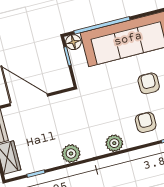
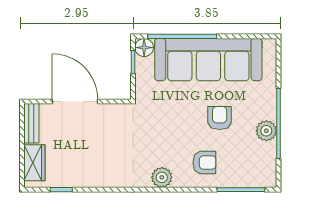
armchair: (146, 122) -> (204, 163), turned 90
plant: (71, 153) -> (108, 177), removed

